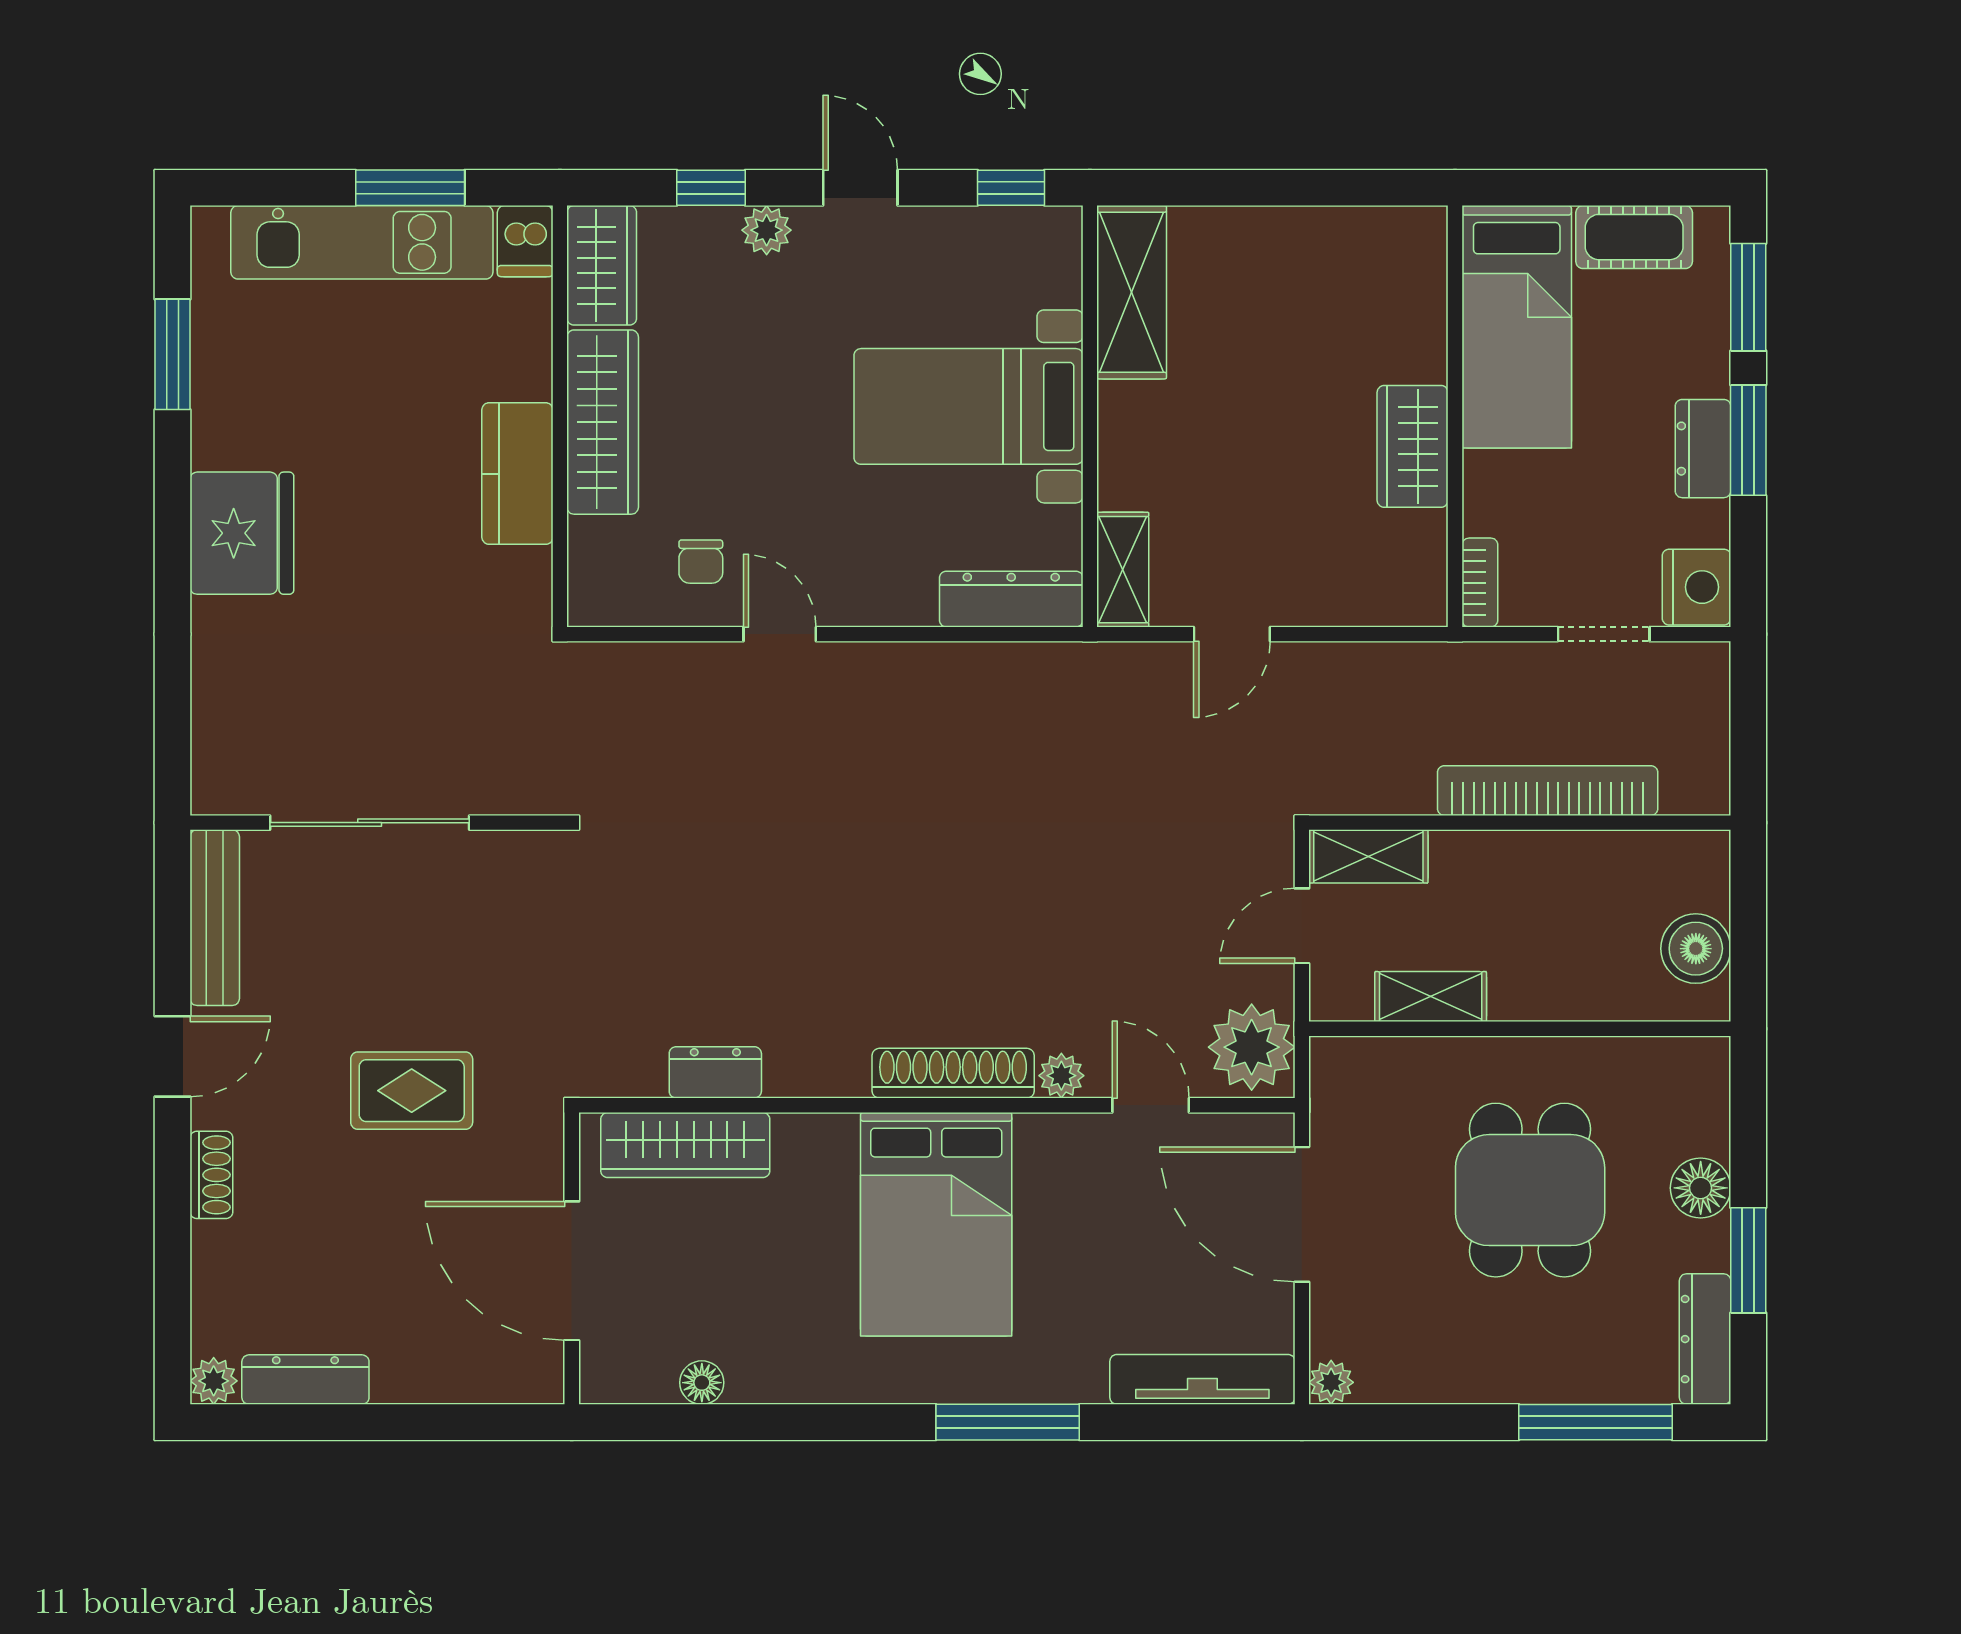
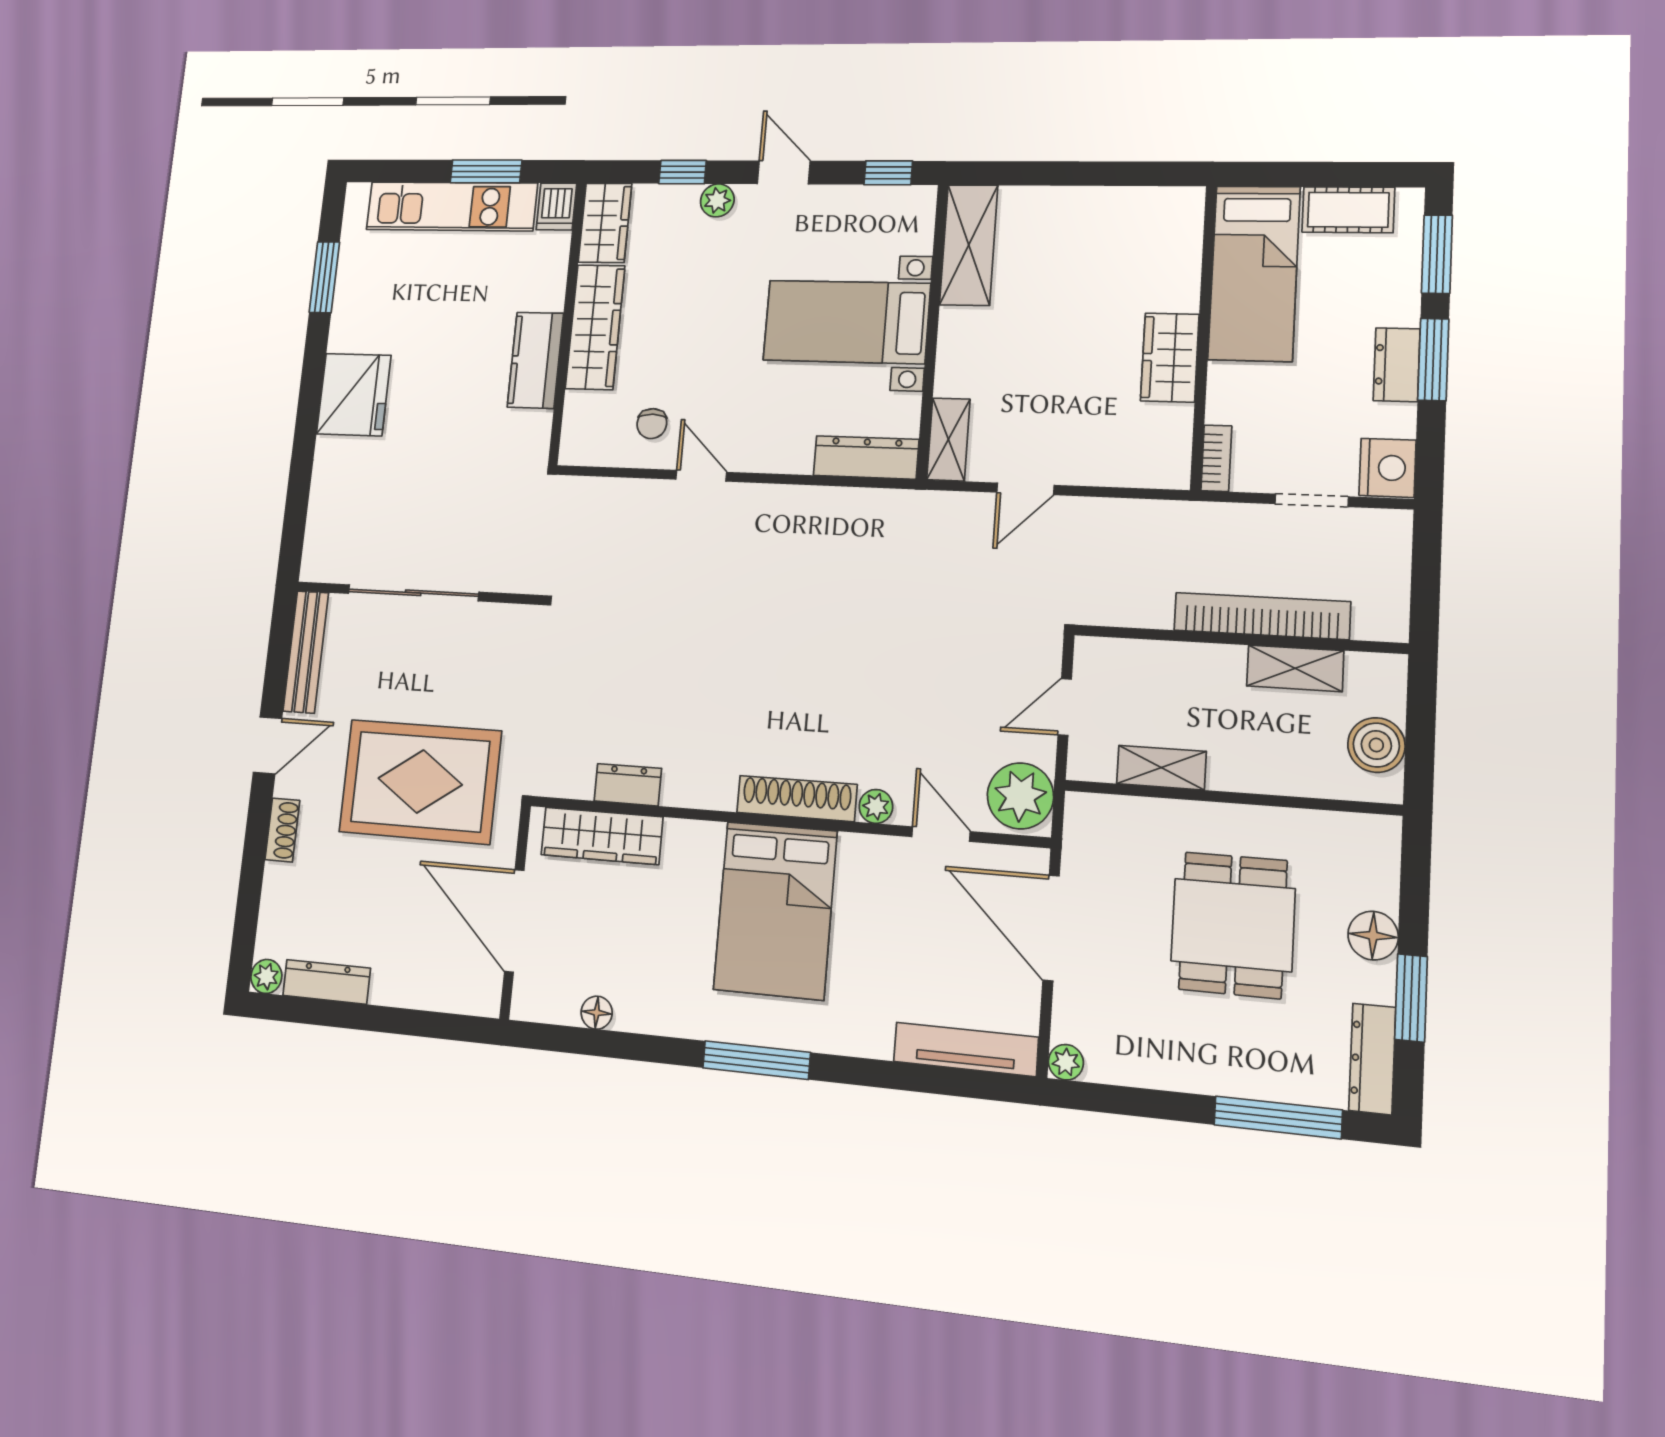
shelving: (1368, 856) -> (1295, 668), moved
rug: (412, 1091) -> (420, 781), width x1.86, depth x2.06
window: (1008, 1422) -> (756, 1060), moved

